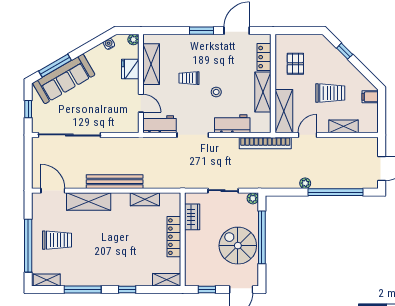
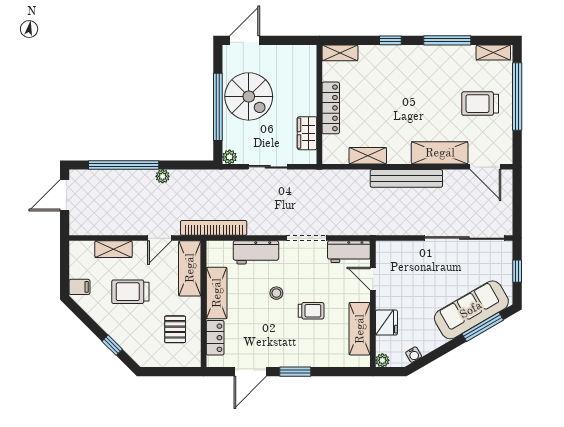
window: (207, 289) -> (288, 40), removed

